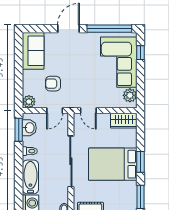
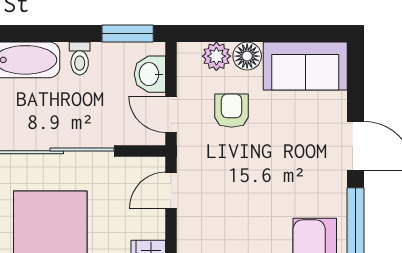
floor lamp: (29, 77) -> (247, 56), added
plant: (29, 102) -> (216, 56), moved
washbasin: (29, 128) -> (150, 74), moved, turned 90

